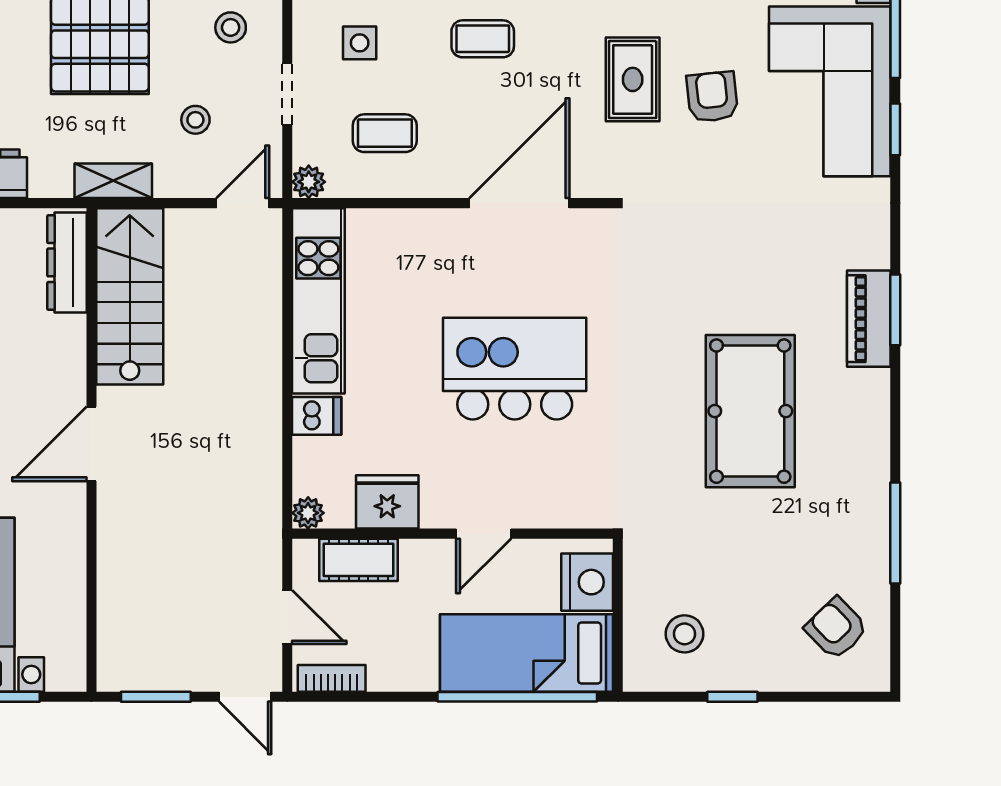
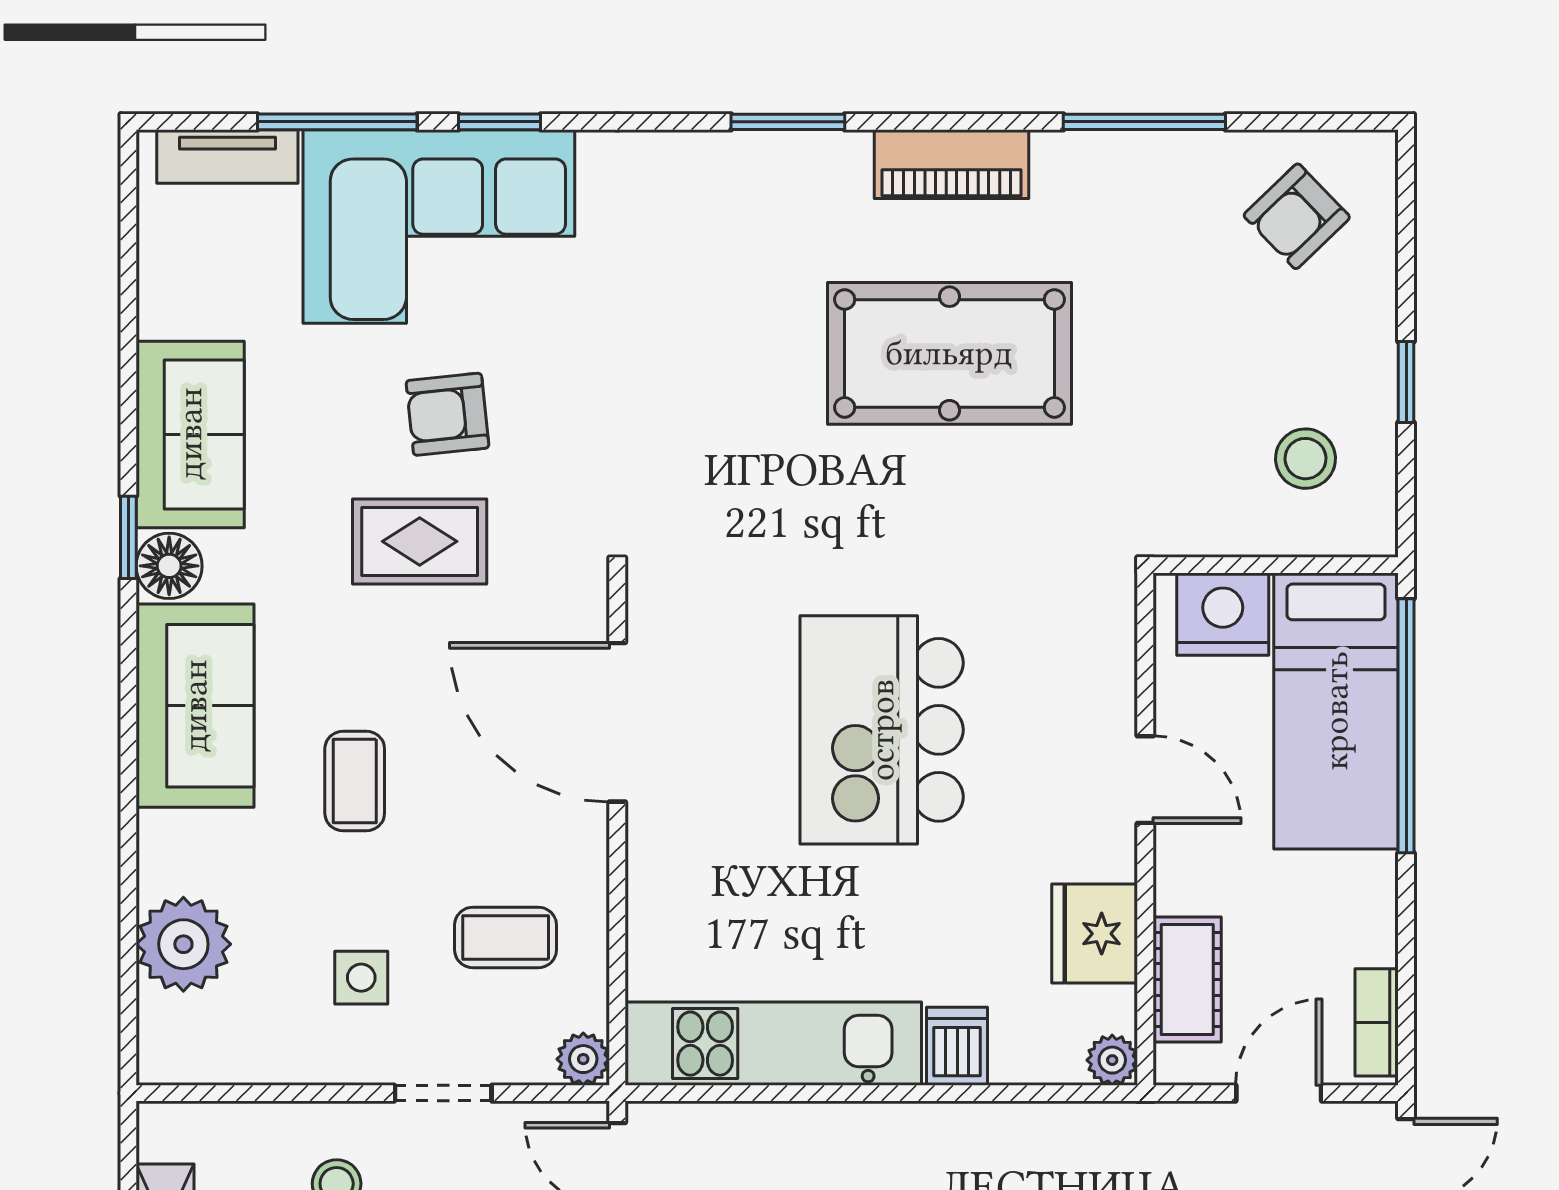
coffee table: (385, 133) -> (506, 937), turned 90
piano: (869, 319) -> (951, 164), moved

